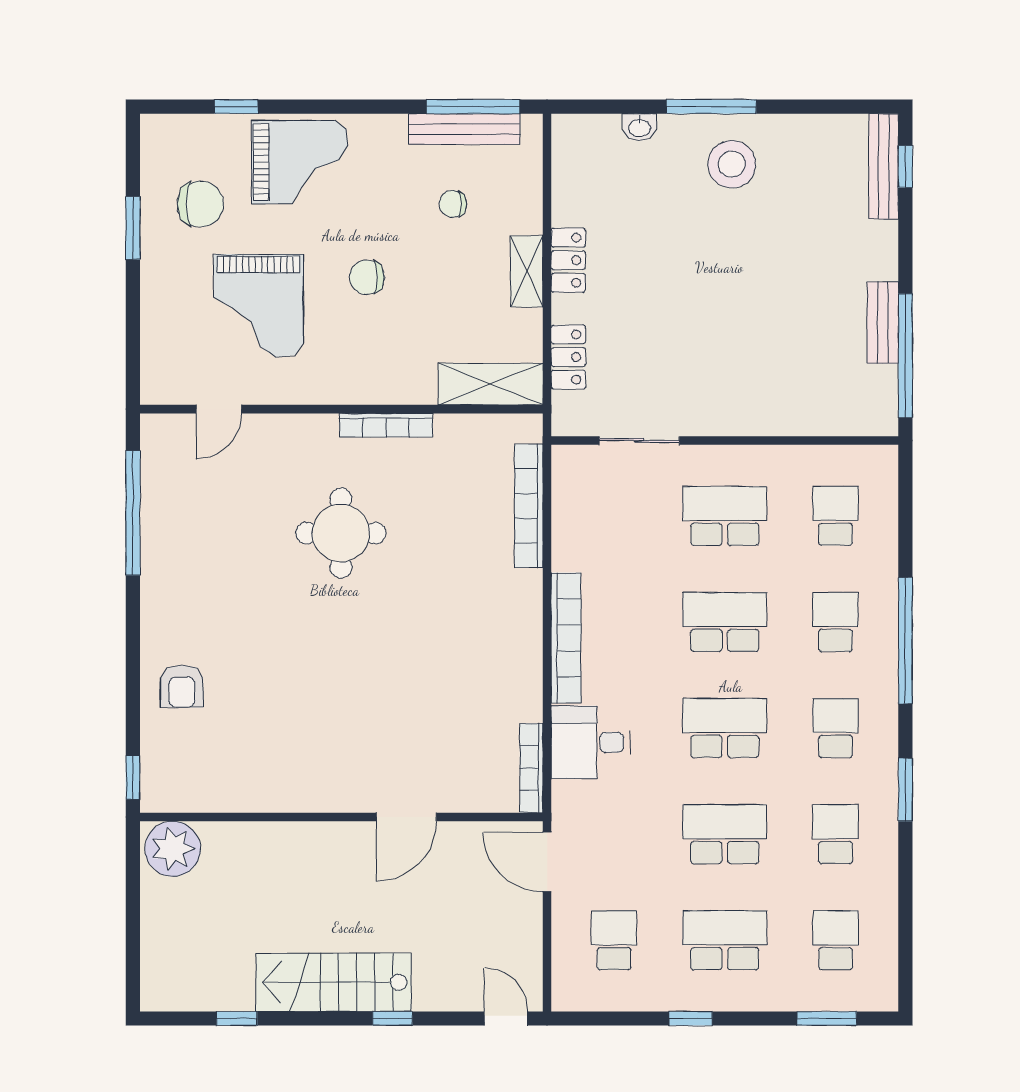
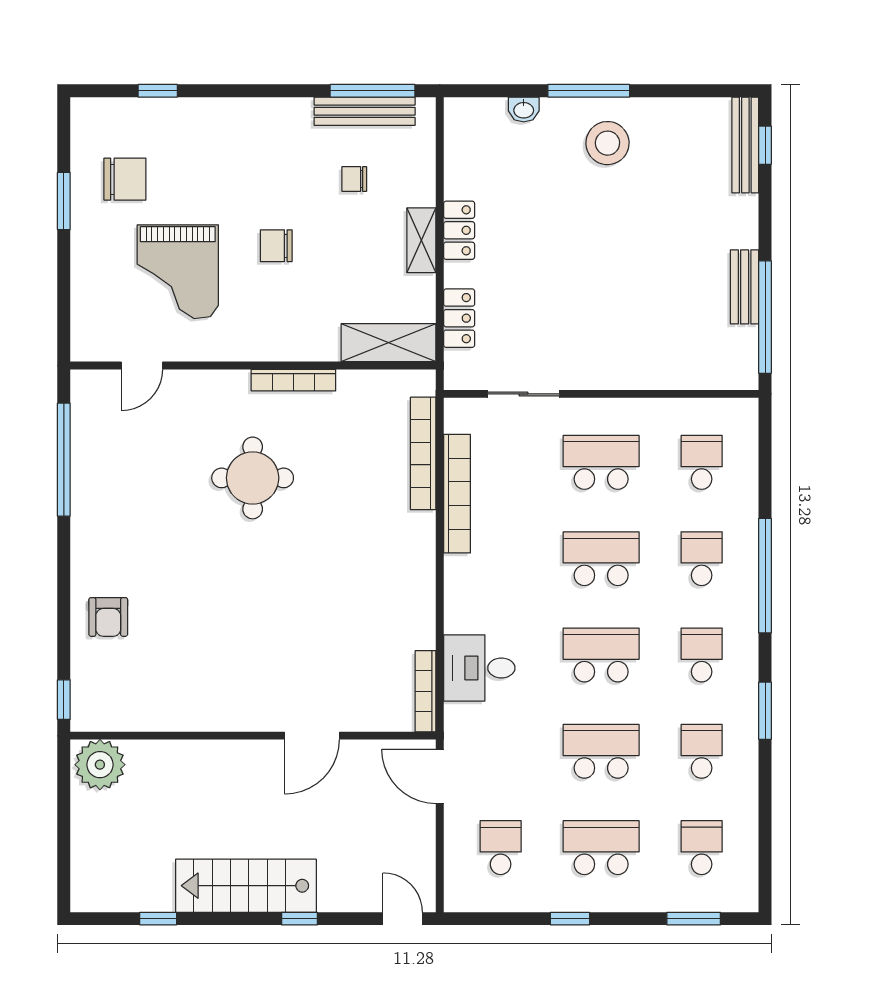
grand piano: (300, 162) -> (215, 141), removed
bookcase: (566, 638) -> (457, 494), moved

